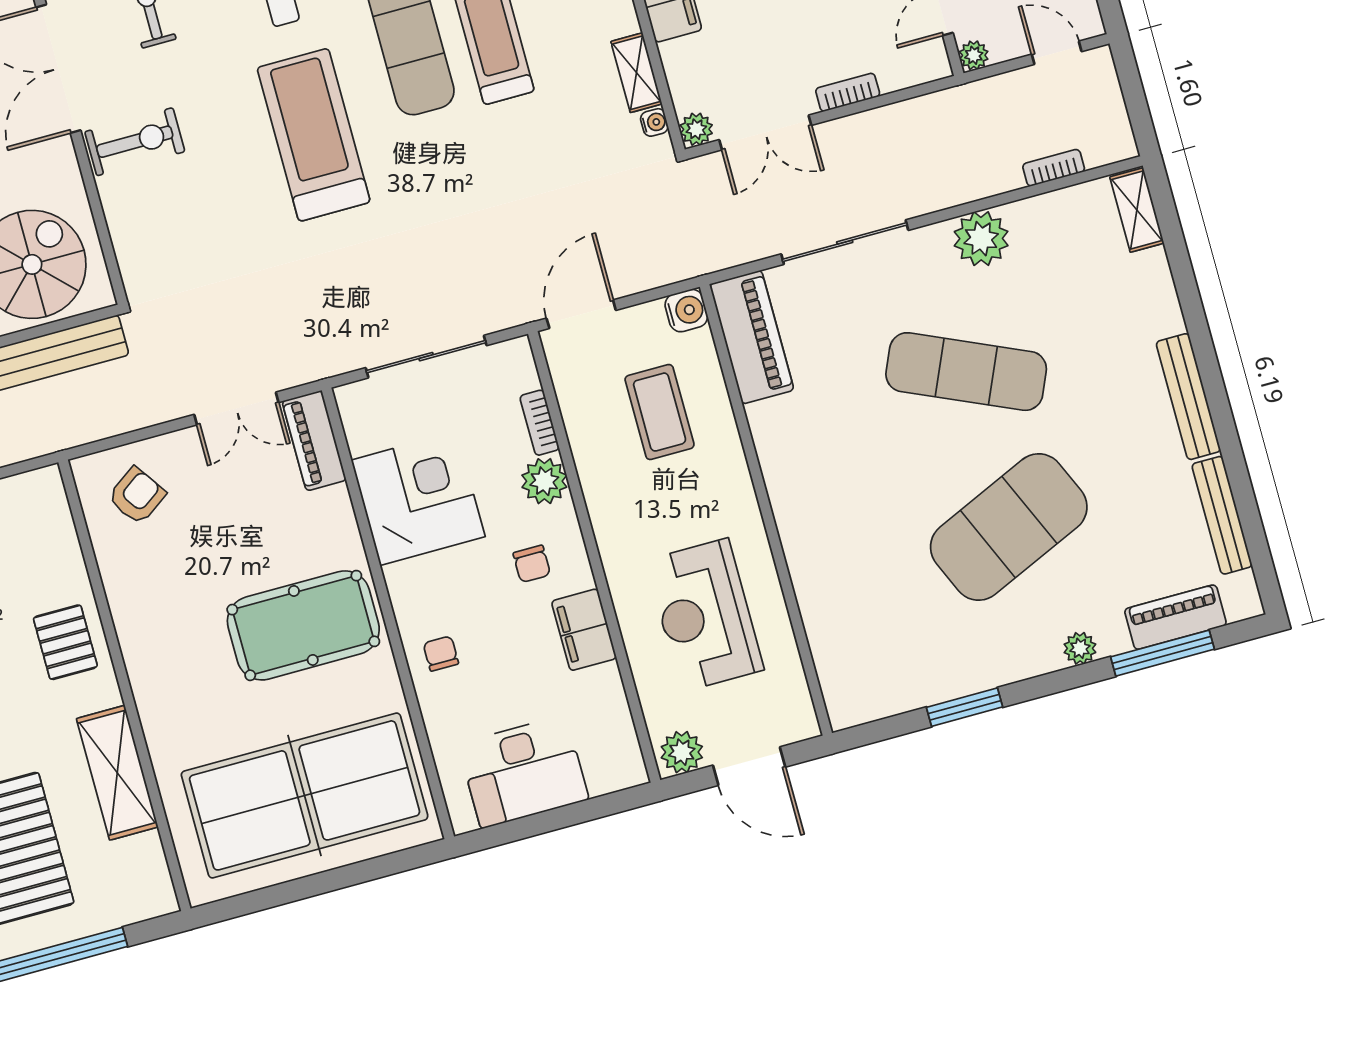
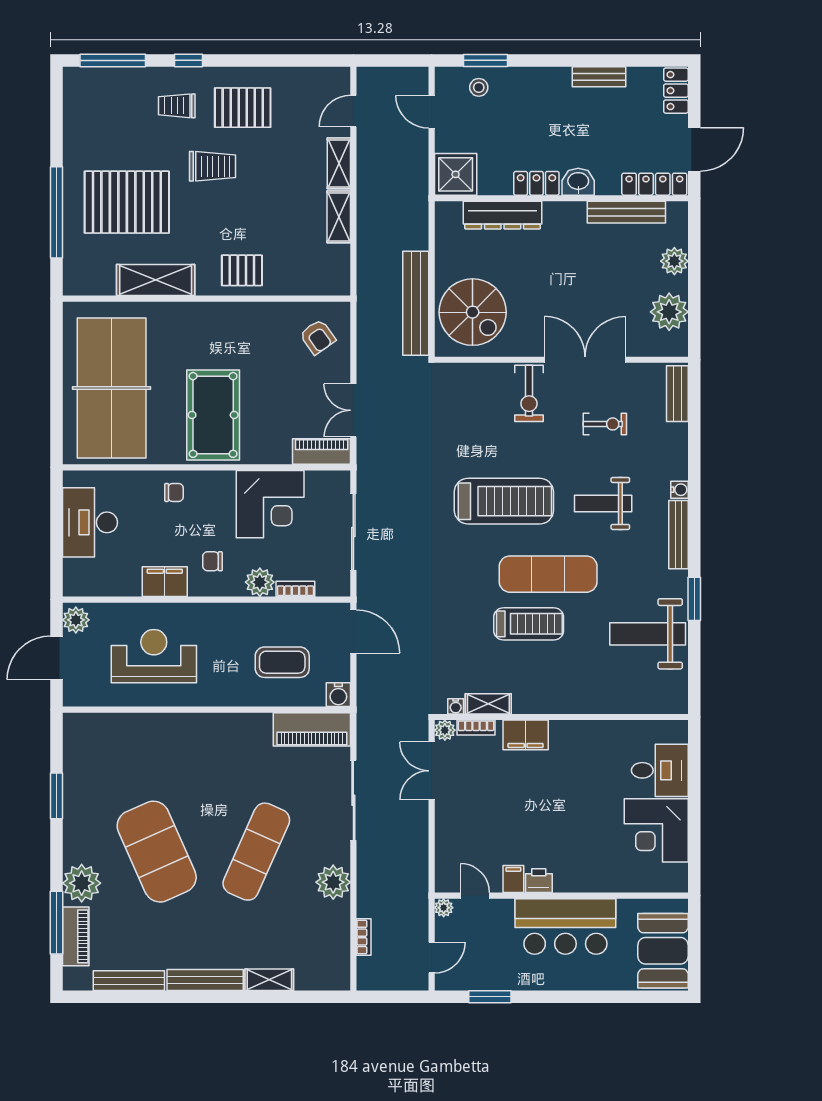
bookcase: (848, 92) -> (476, 728), moved, turned 90
shelving: (1137, 210) -> (269, 980), moved
plant: (1080, 648) -> (82, 883), width x1.88, depth x1.88

